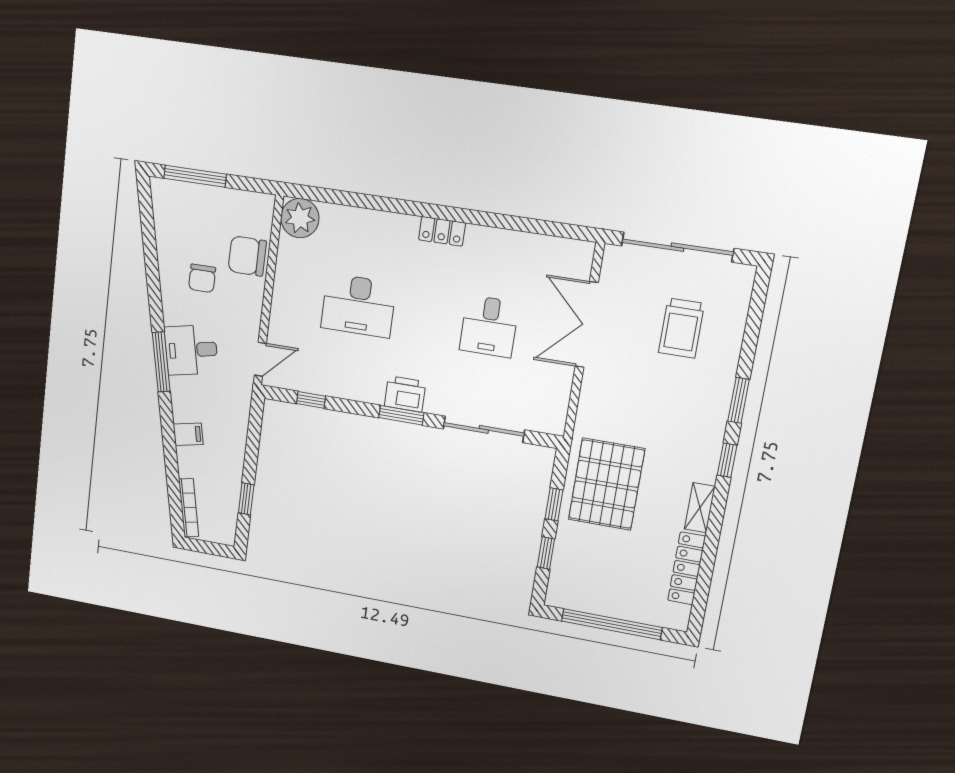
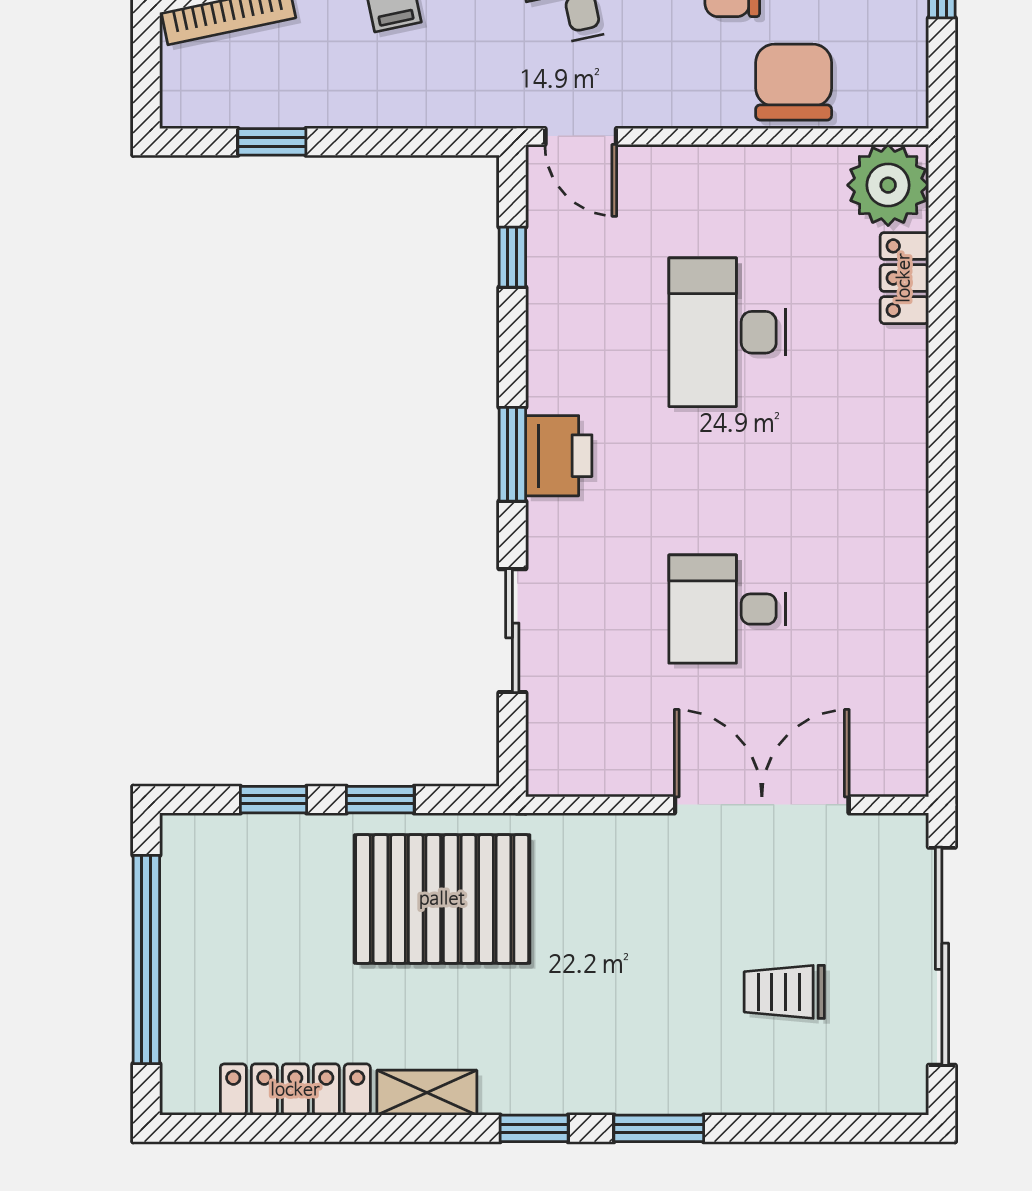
locker: (442, 231) -> (904, 278), moved
trolley: (681, 328) -> (784, 992), width x0.73, depth x0.72
sliding door: (484, 429) -> (512, 631), width x0.73

